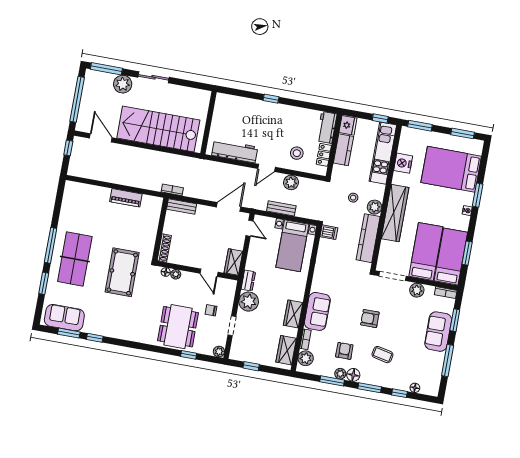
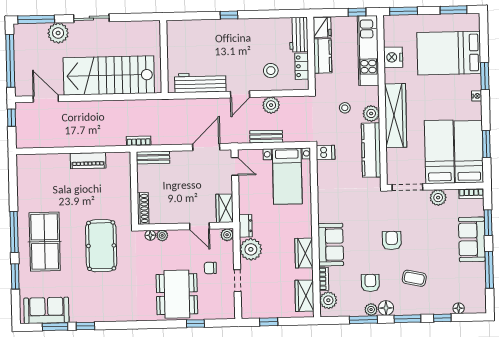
armchair: (370, 319) -> (392, 240), turned 90
plant: (219, 352) -> (227, 235), moved

